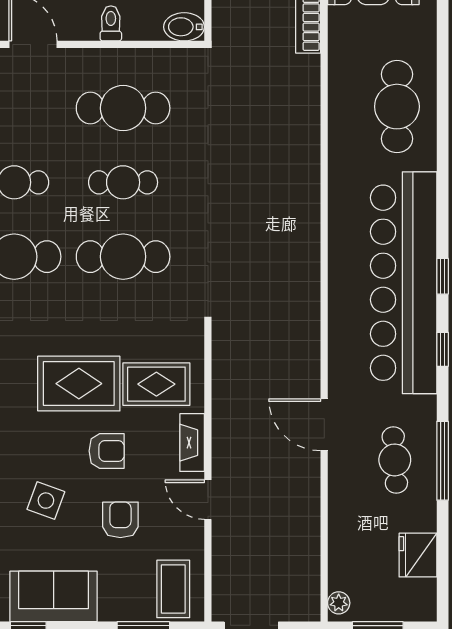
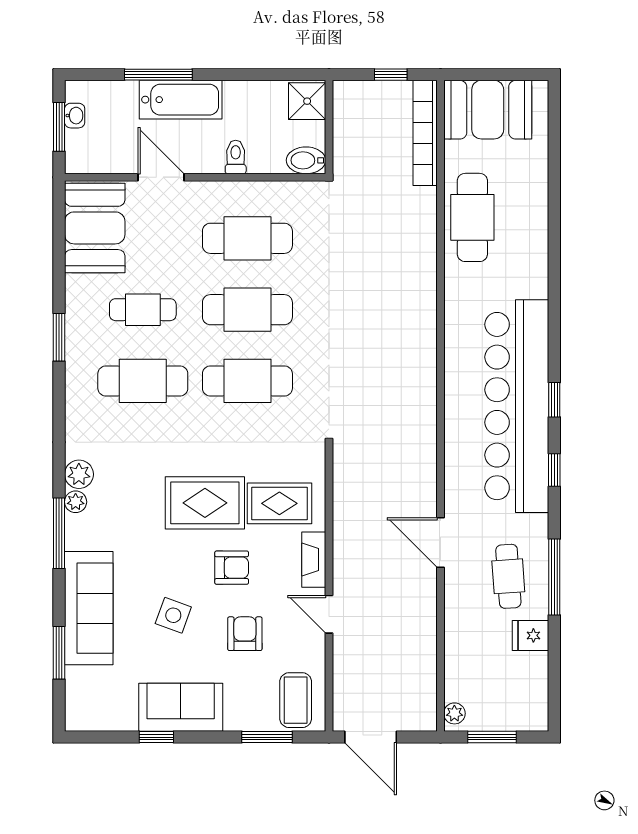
cafe table: (397, 107) -> (472, 217), moved
cafe table: (123, 182) -> (247, 310), width x1.37, depth x1.35
fridge: (418, 555) -> (531, 635), moved, width x0.72

